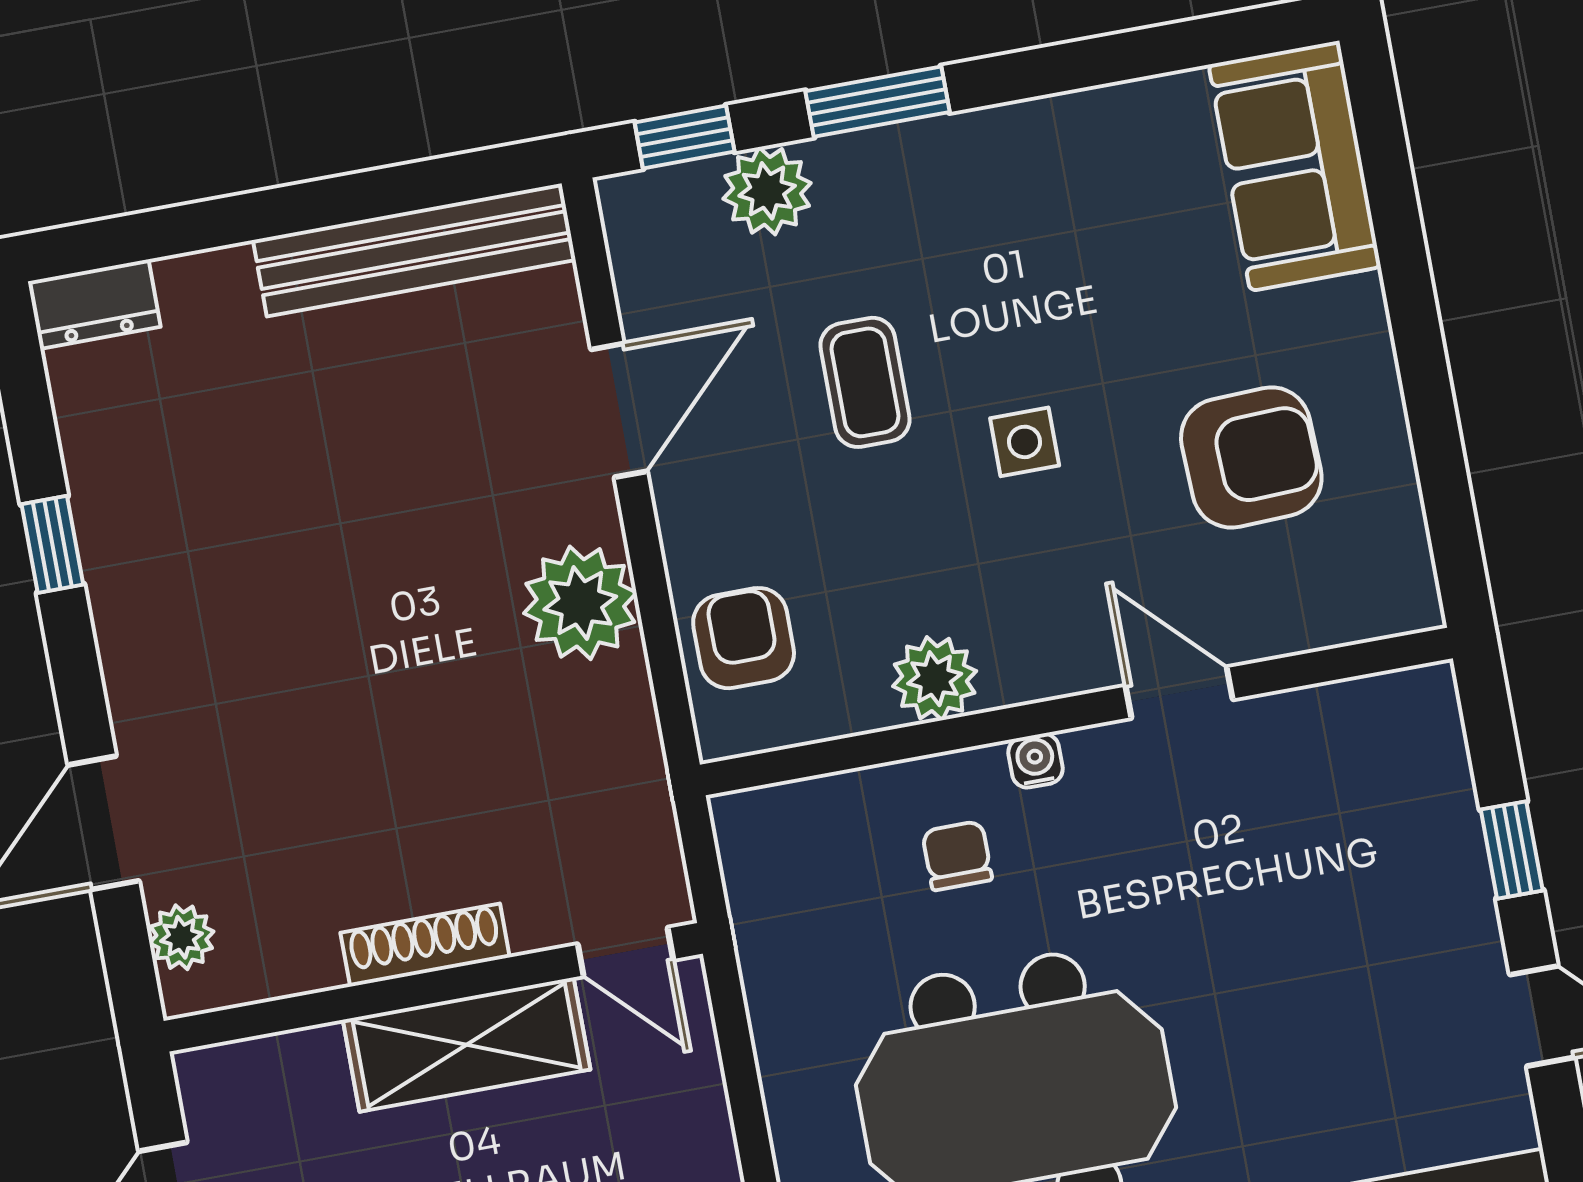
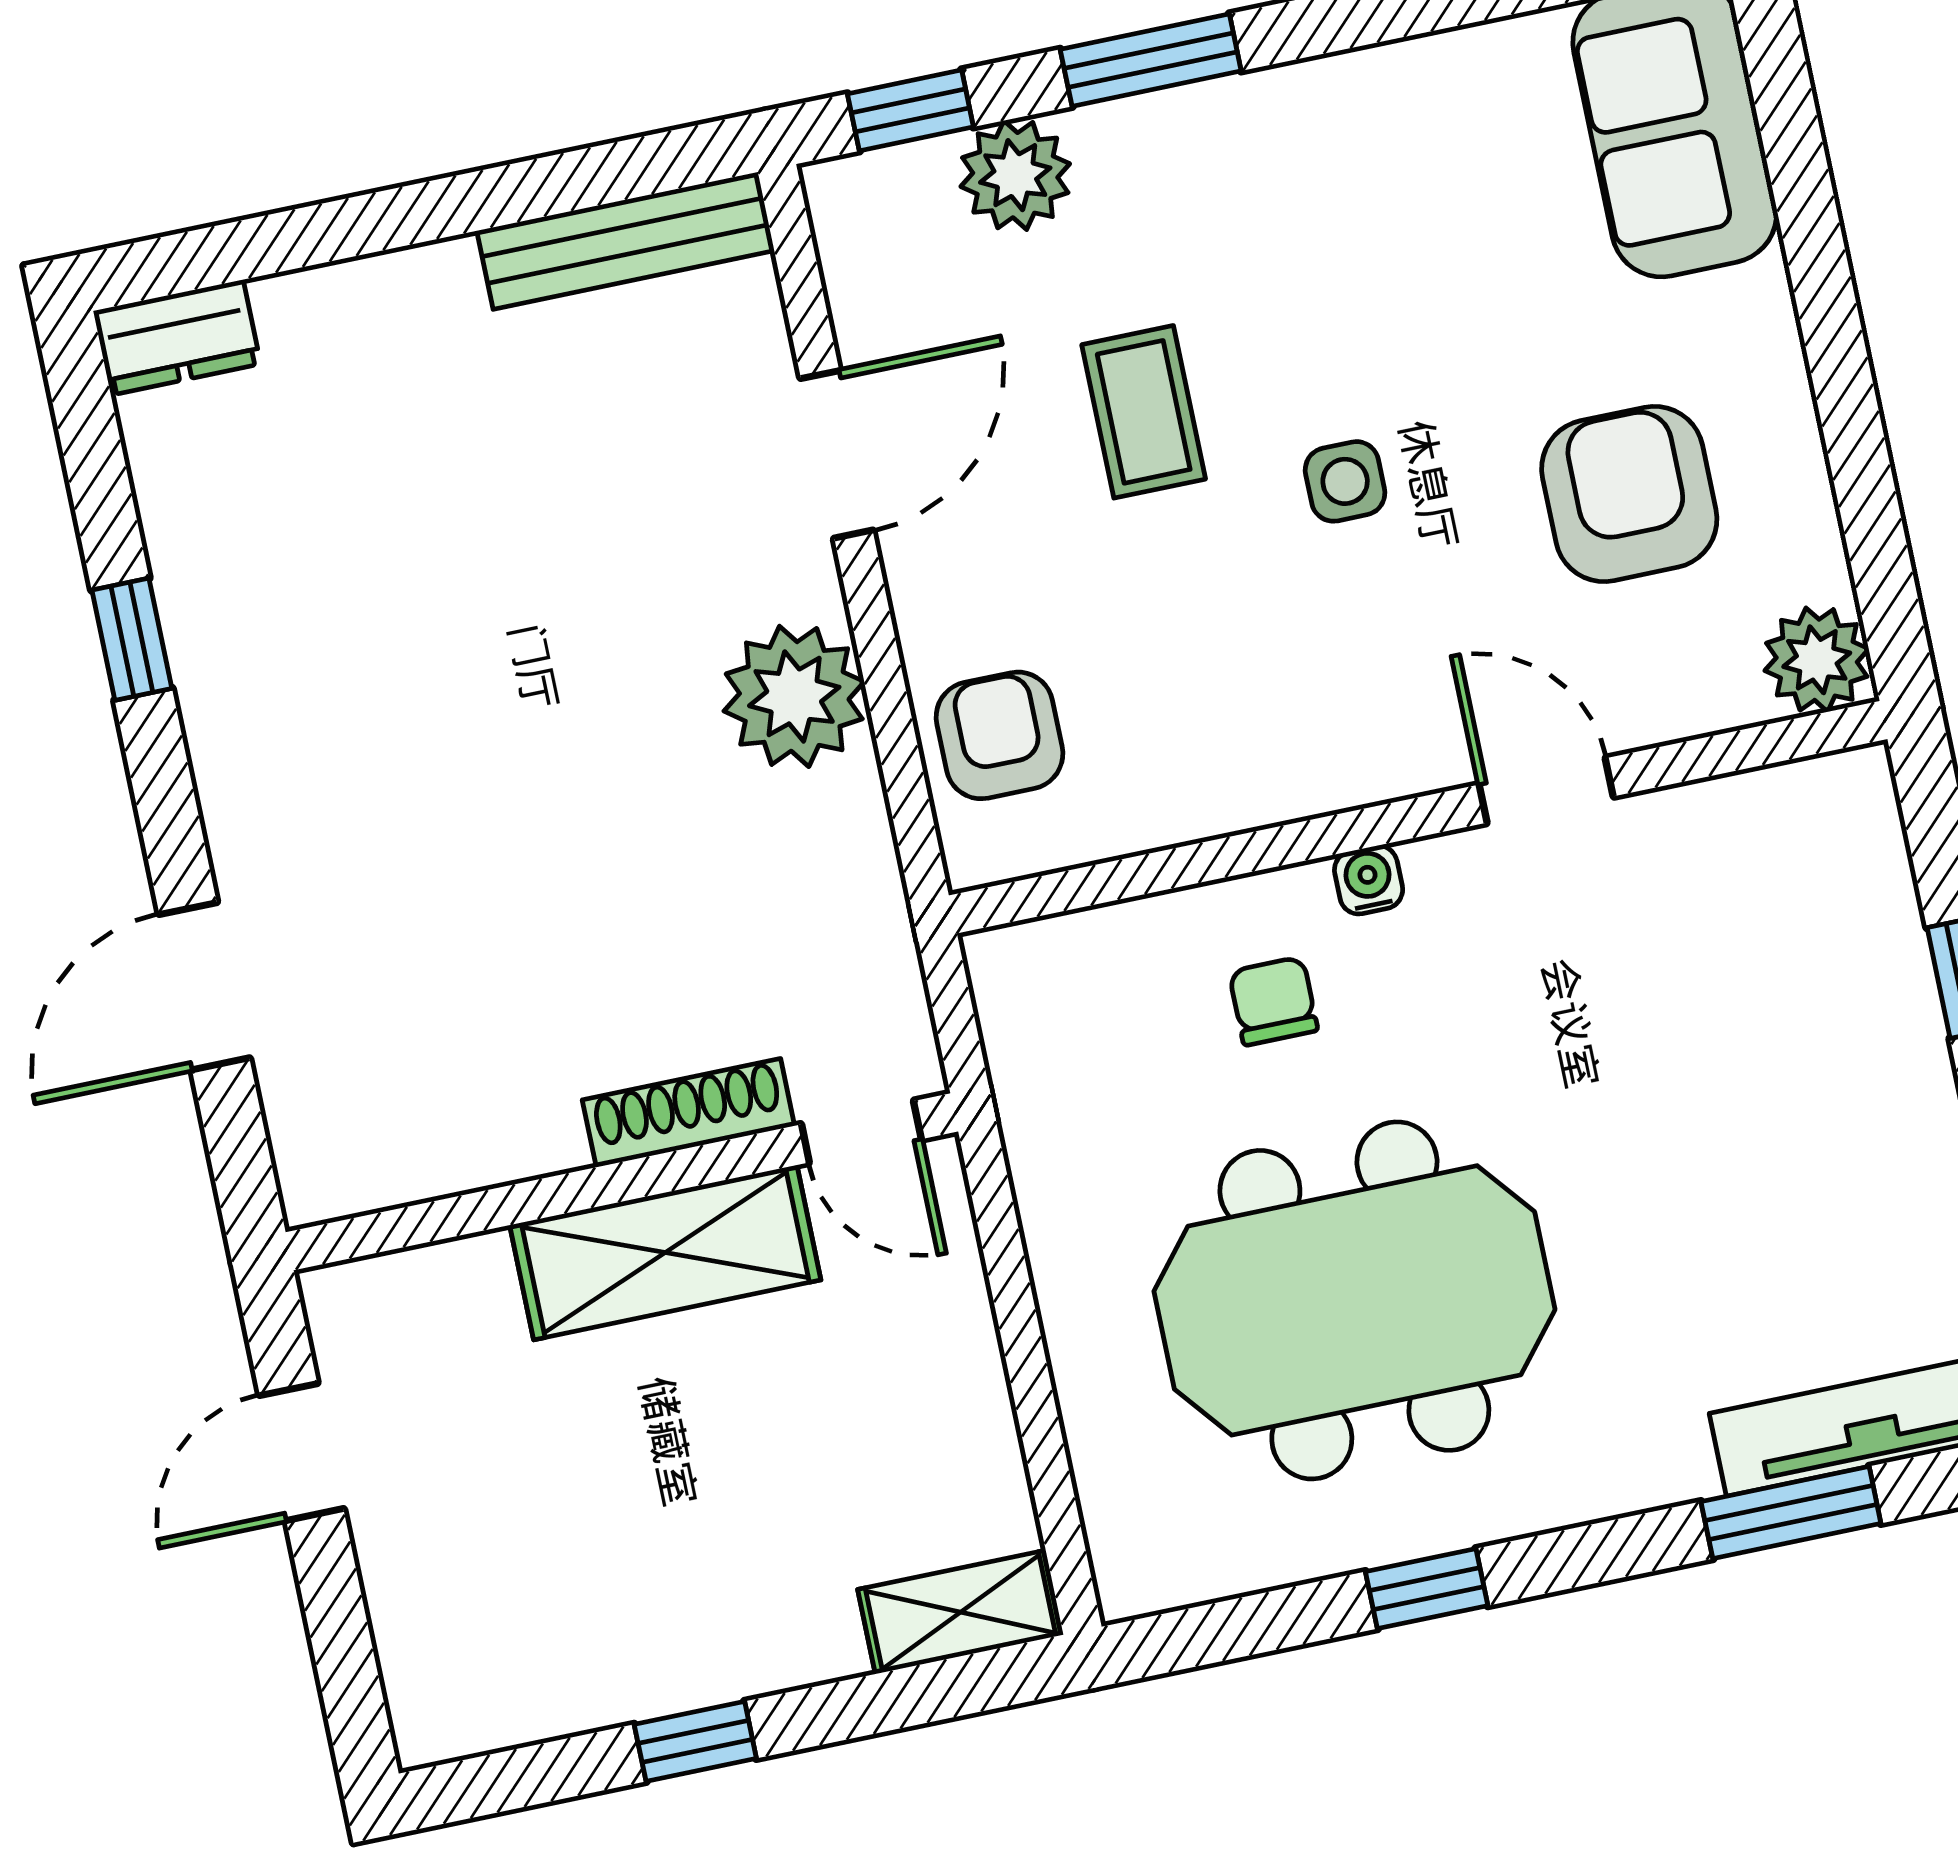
bench: (414, 250) -> (626, 241), width x0.73, depth x0.82
armchair: (1251, 457) -> (1629, 494), turned -88
plant: (935, 679) -> (1817, 660), moved
plant: (181, 937) -> (305, 1127), removed
shoe rack: (425, 945) -> (688, 1113), moved

